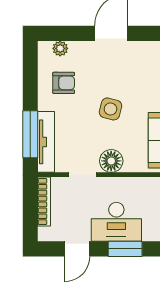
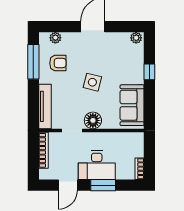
window: (30, 134) -> (33, 62), moved

